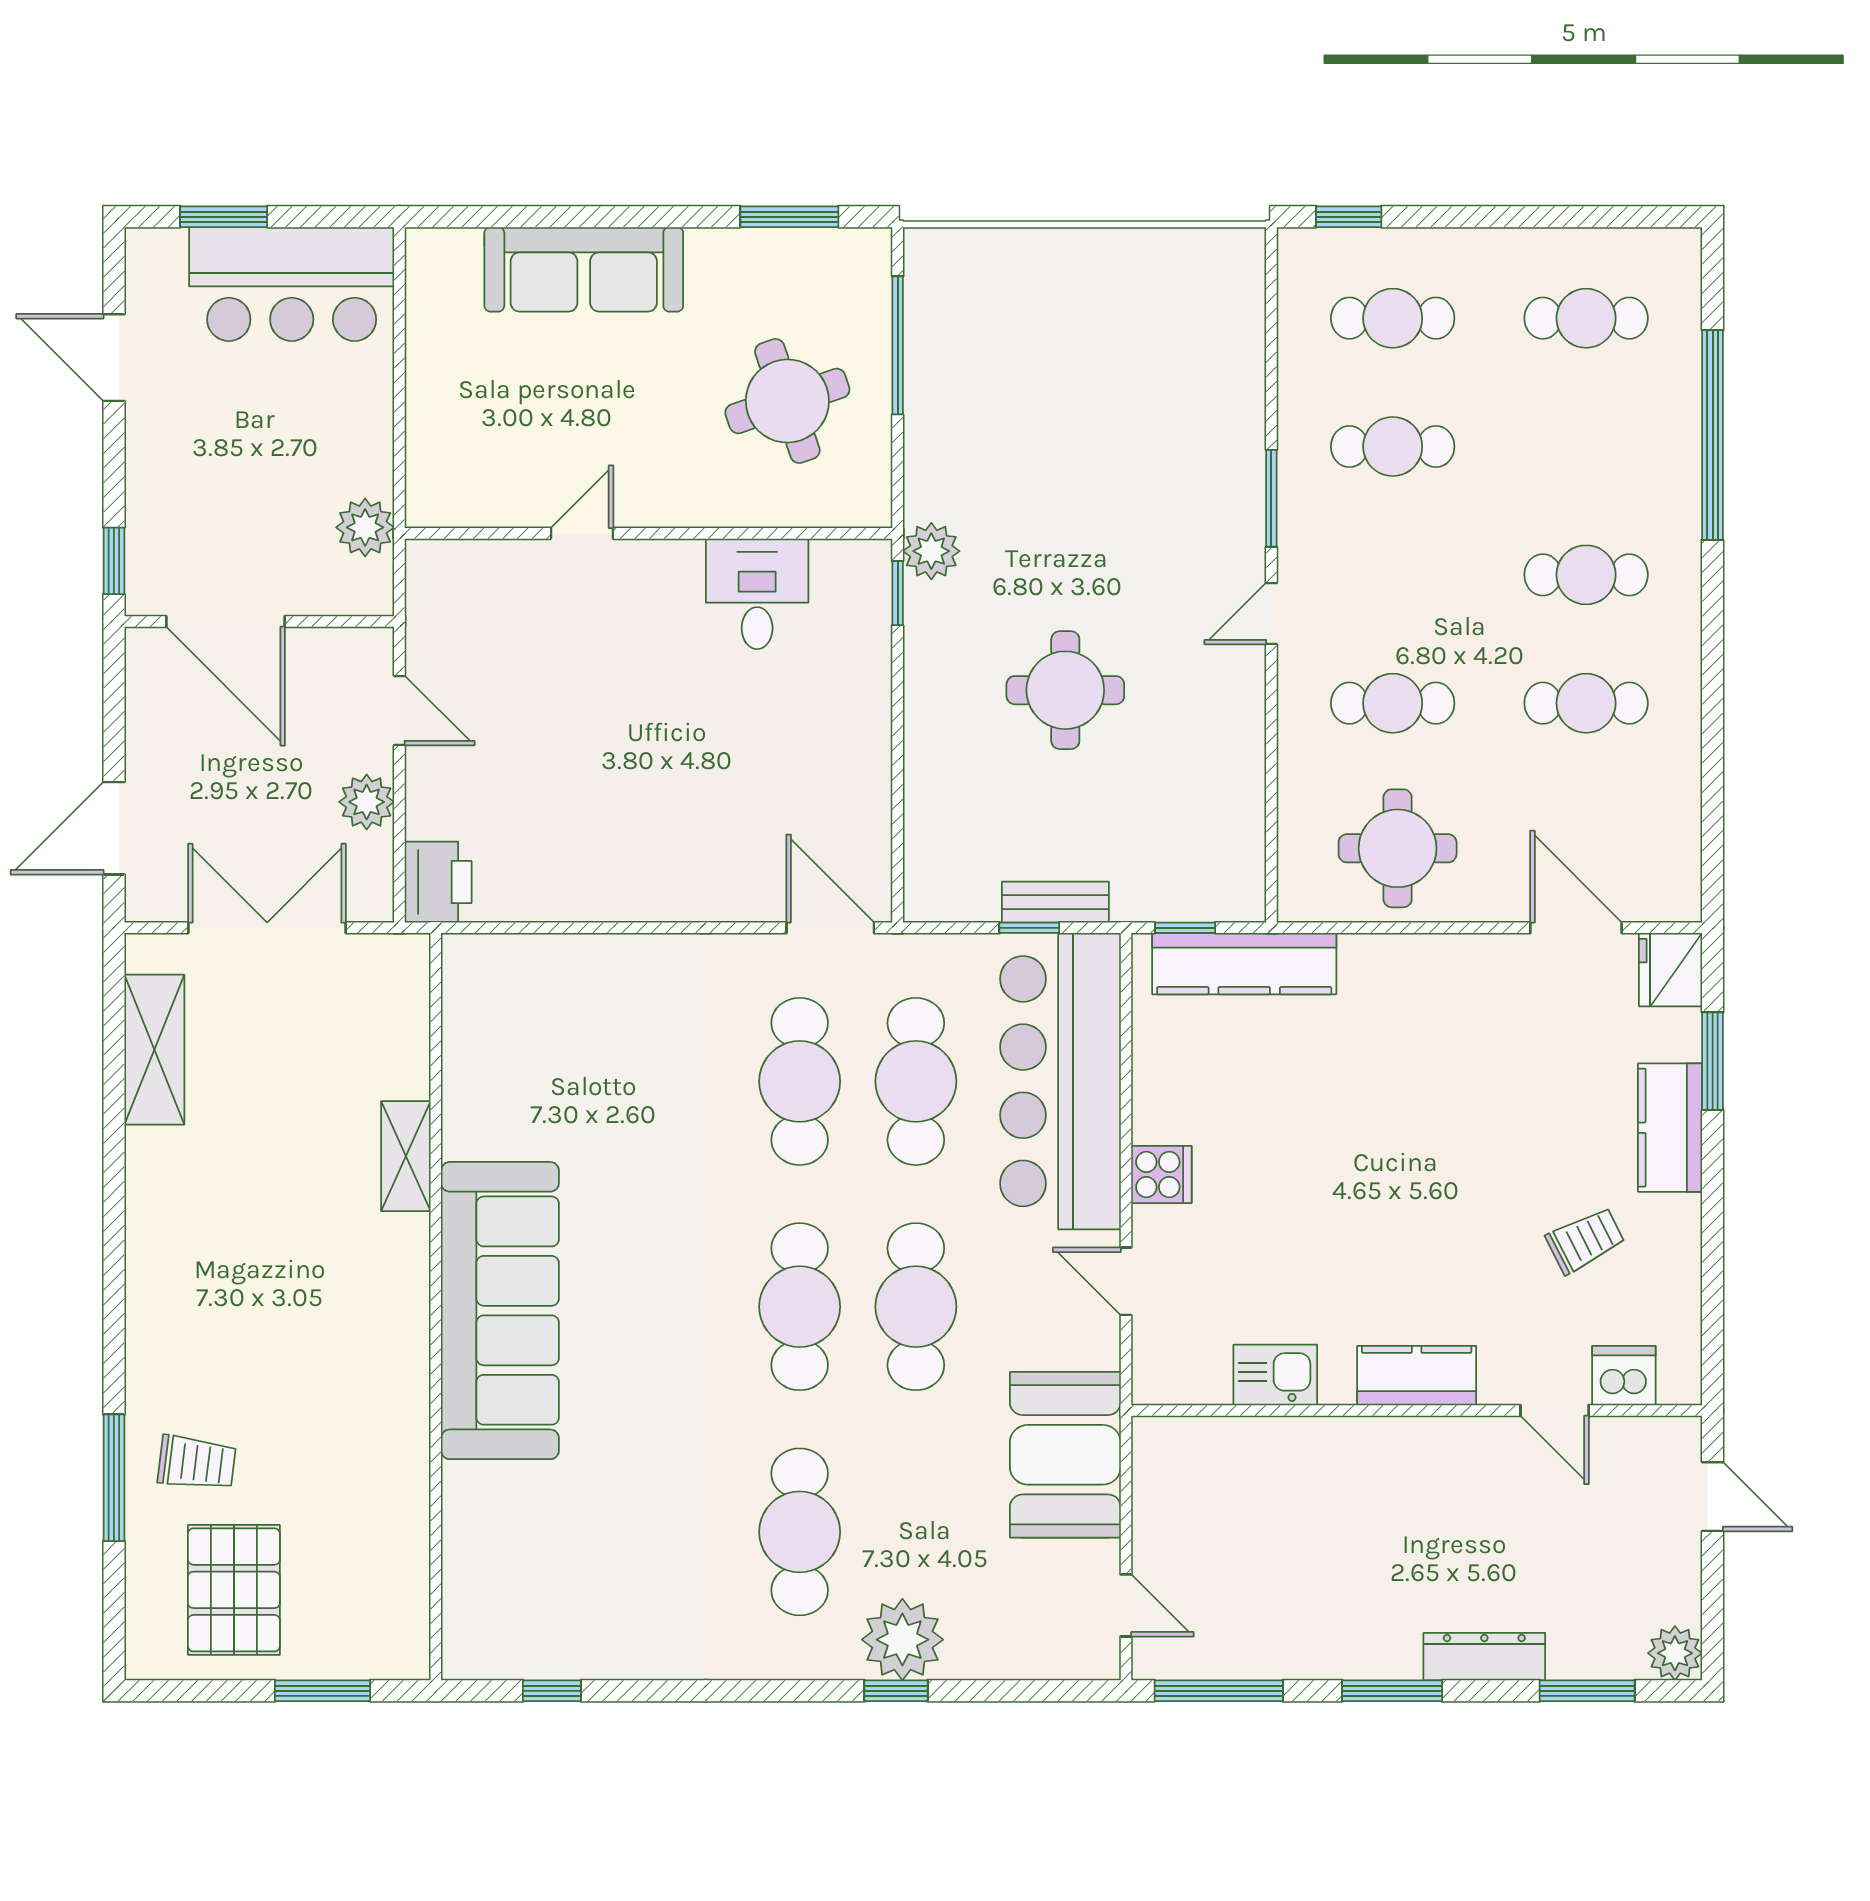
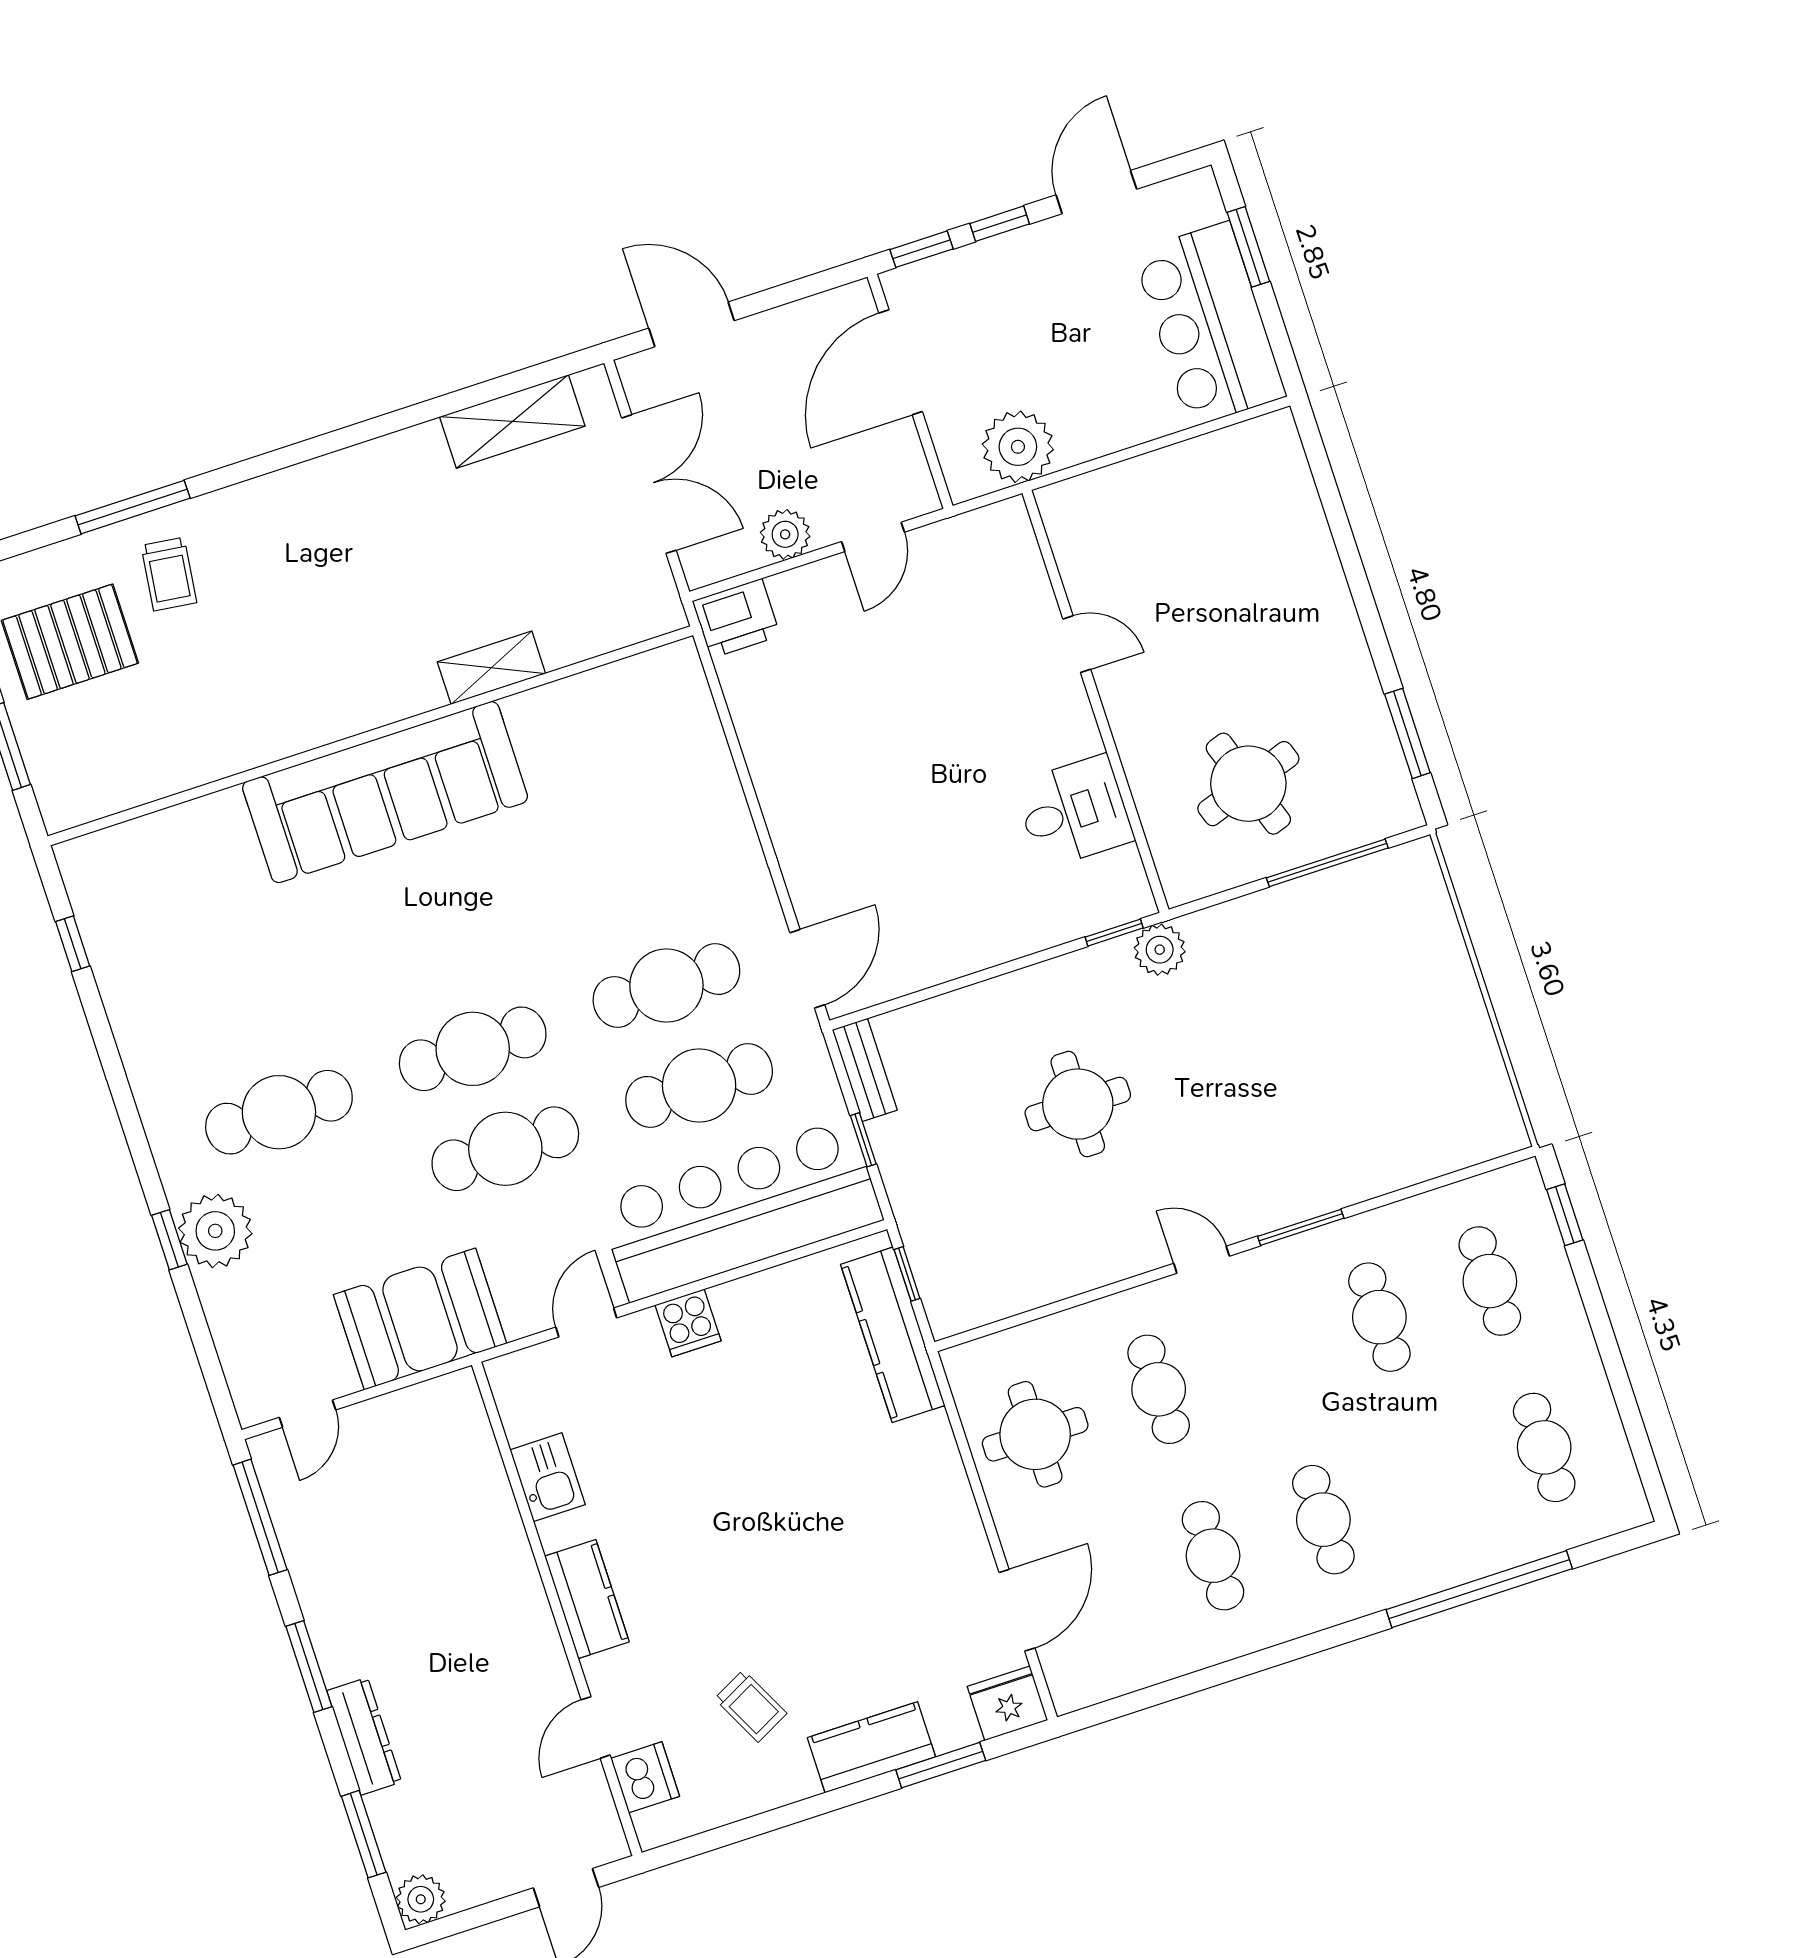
sofa: (584, 269) -> (1304, 571), removed
window: (114, 470) -> (1000, 224), added
plant: (365, 527) -> (1018, 447), width x1.36, depth x1.36
bench: (1055, 902) -> (865, 1070), moved

